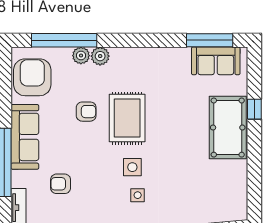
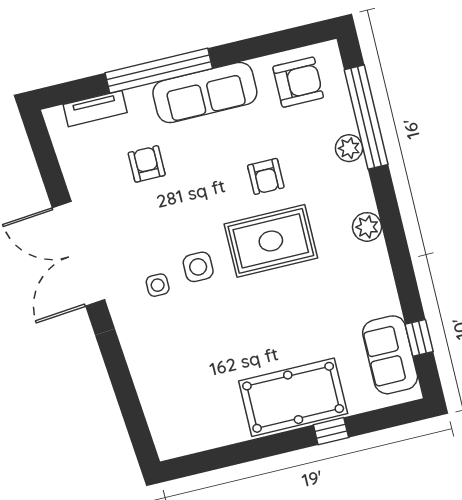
window: (210, 40) -> (419, 338), width x0.46
plant: (100, 56) -> (367, 227), moved
armchair: (32, 77) -> (298, 82), width x0.73, depth x0.73

